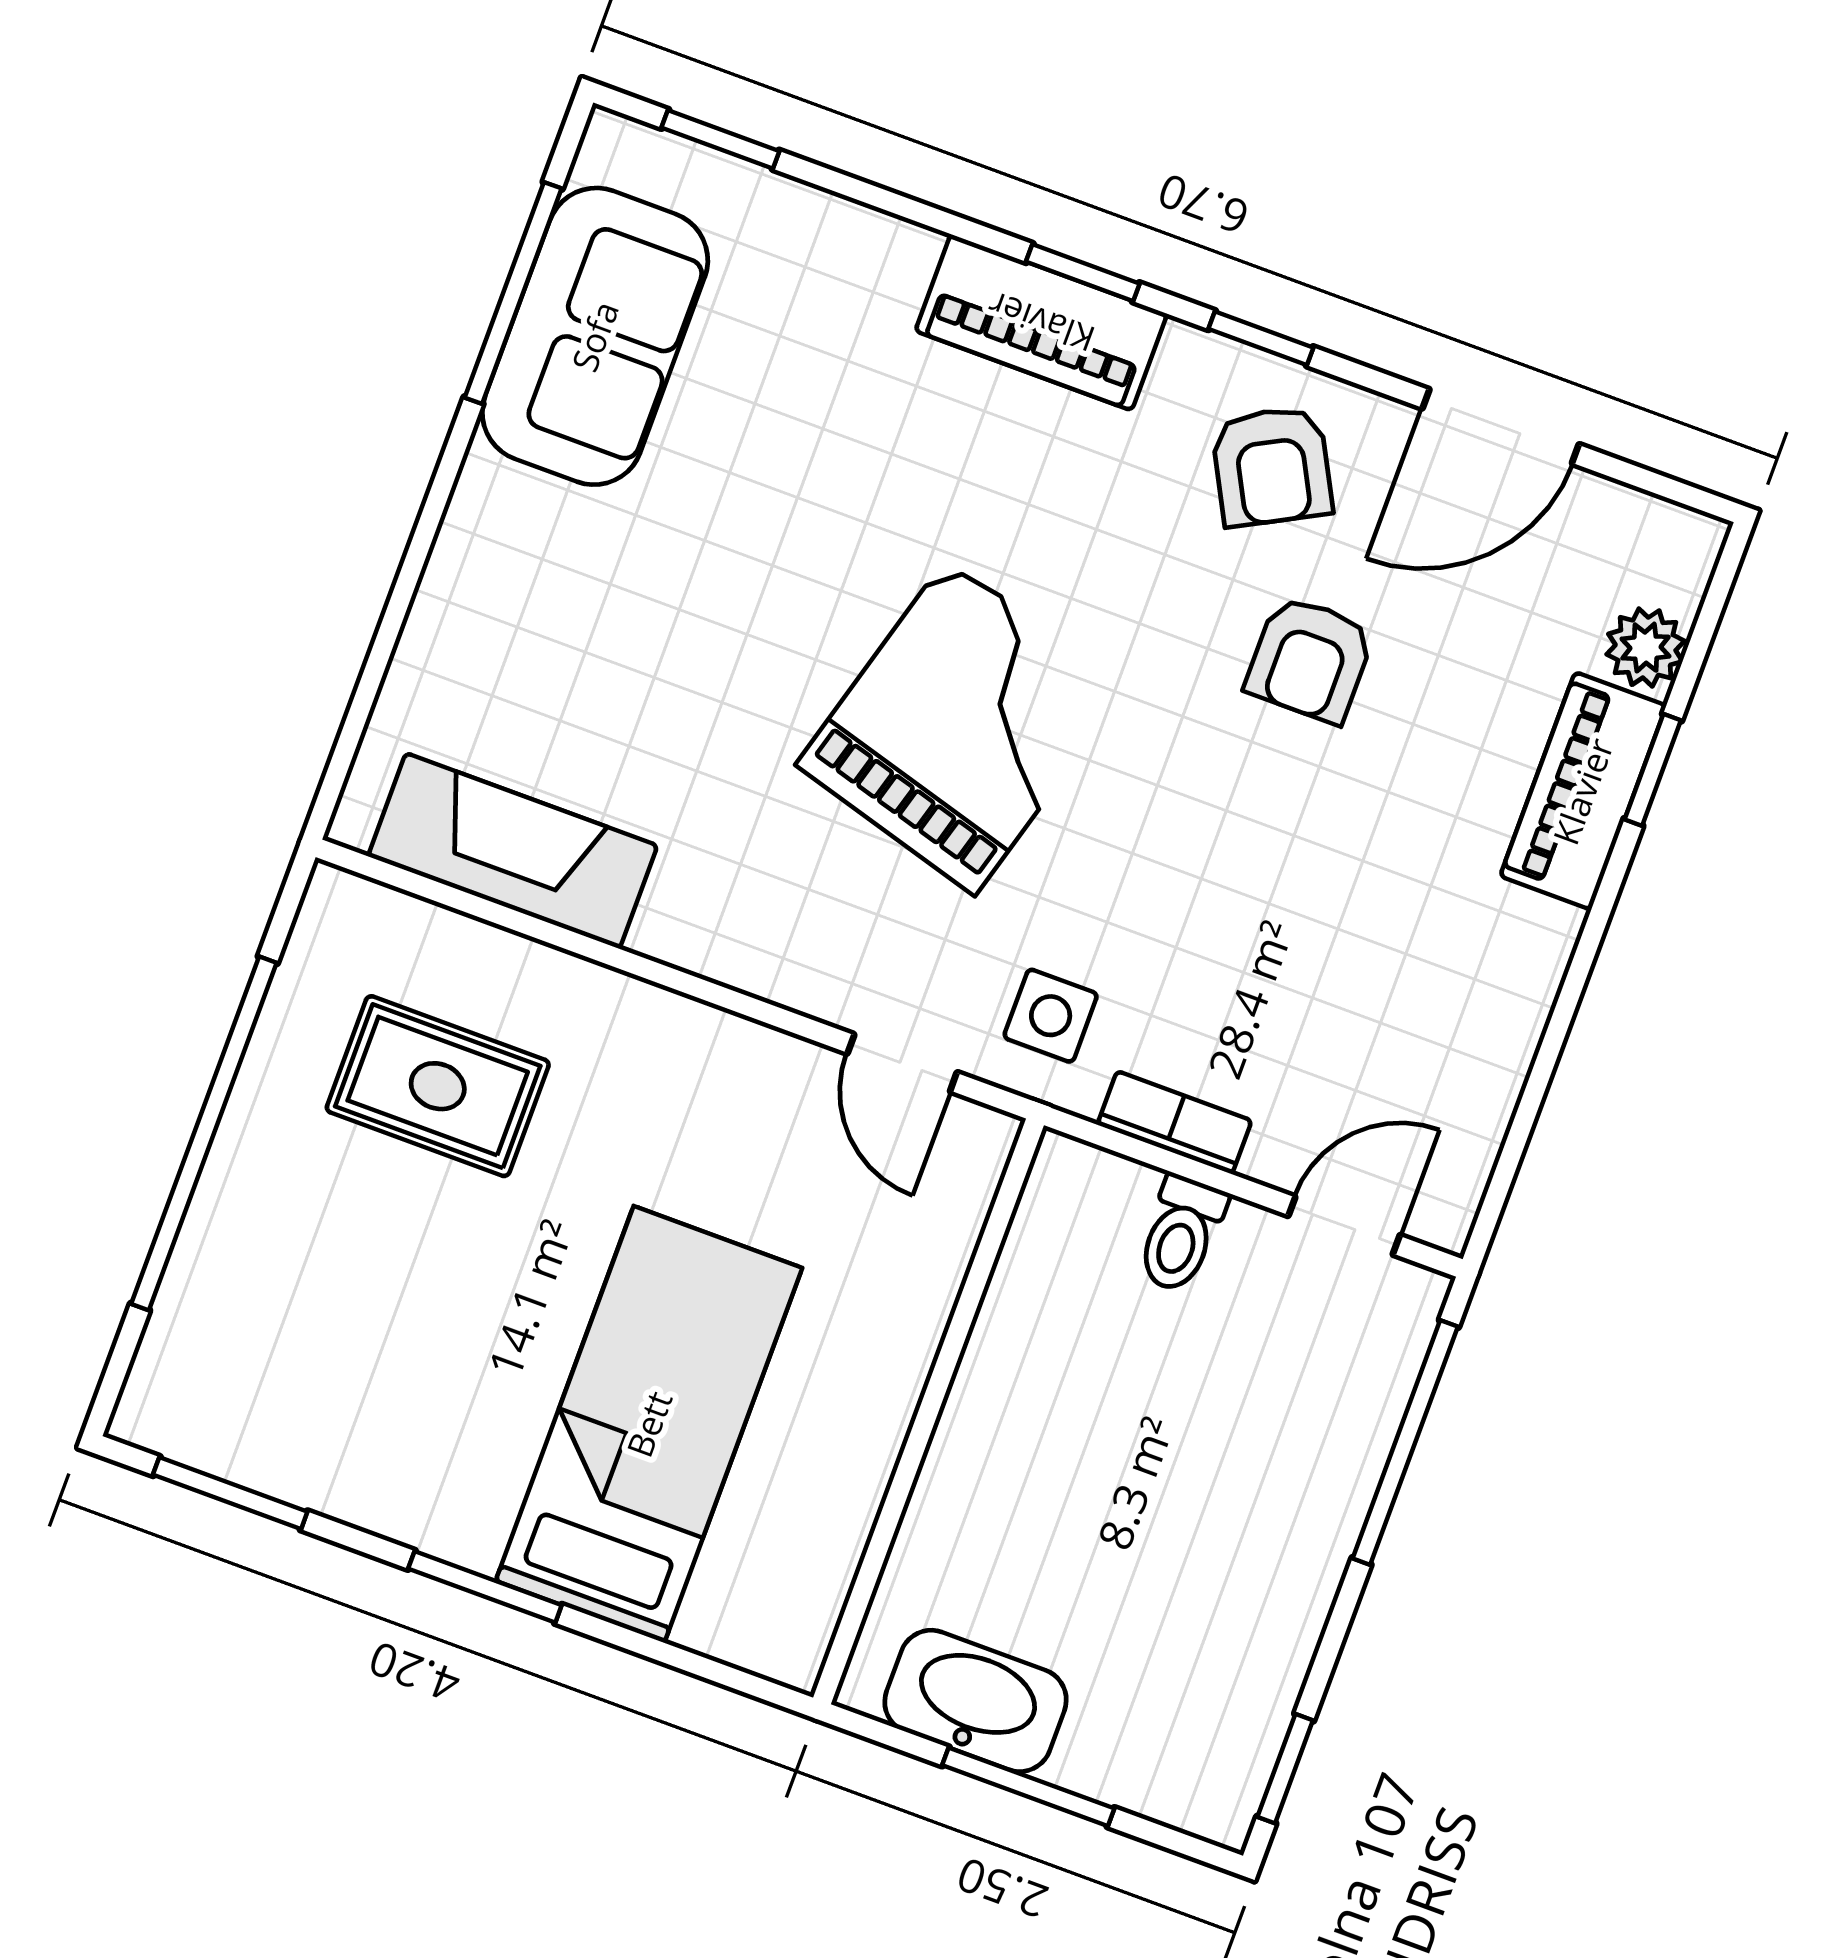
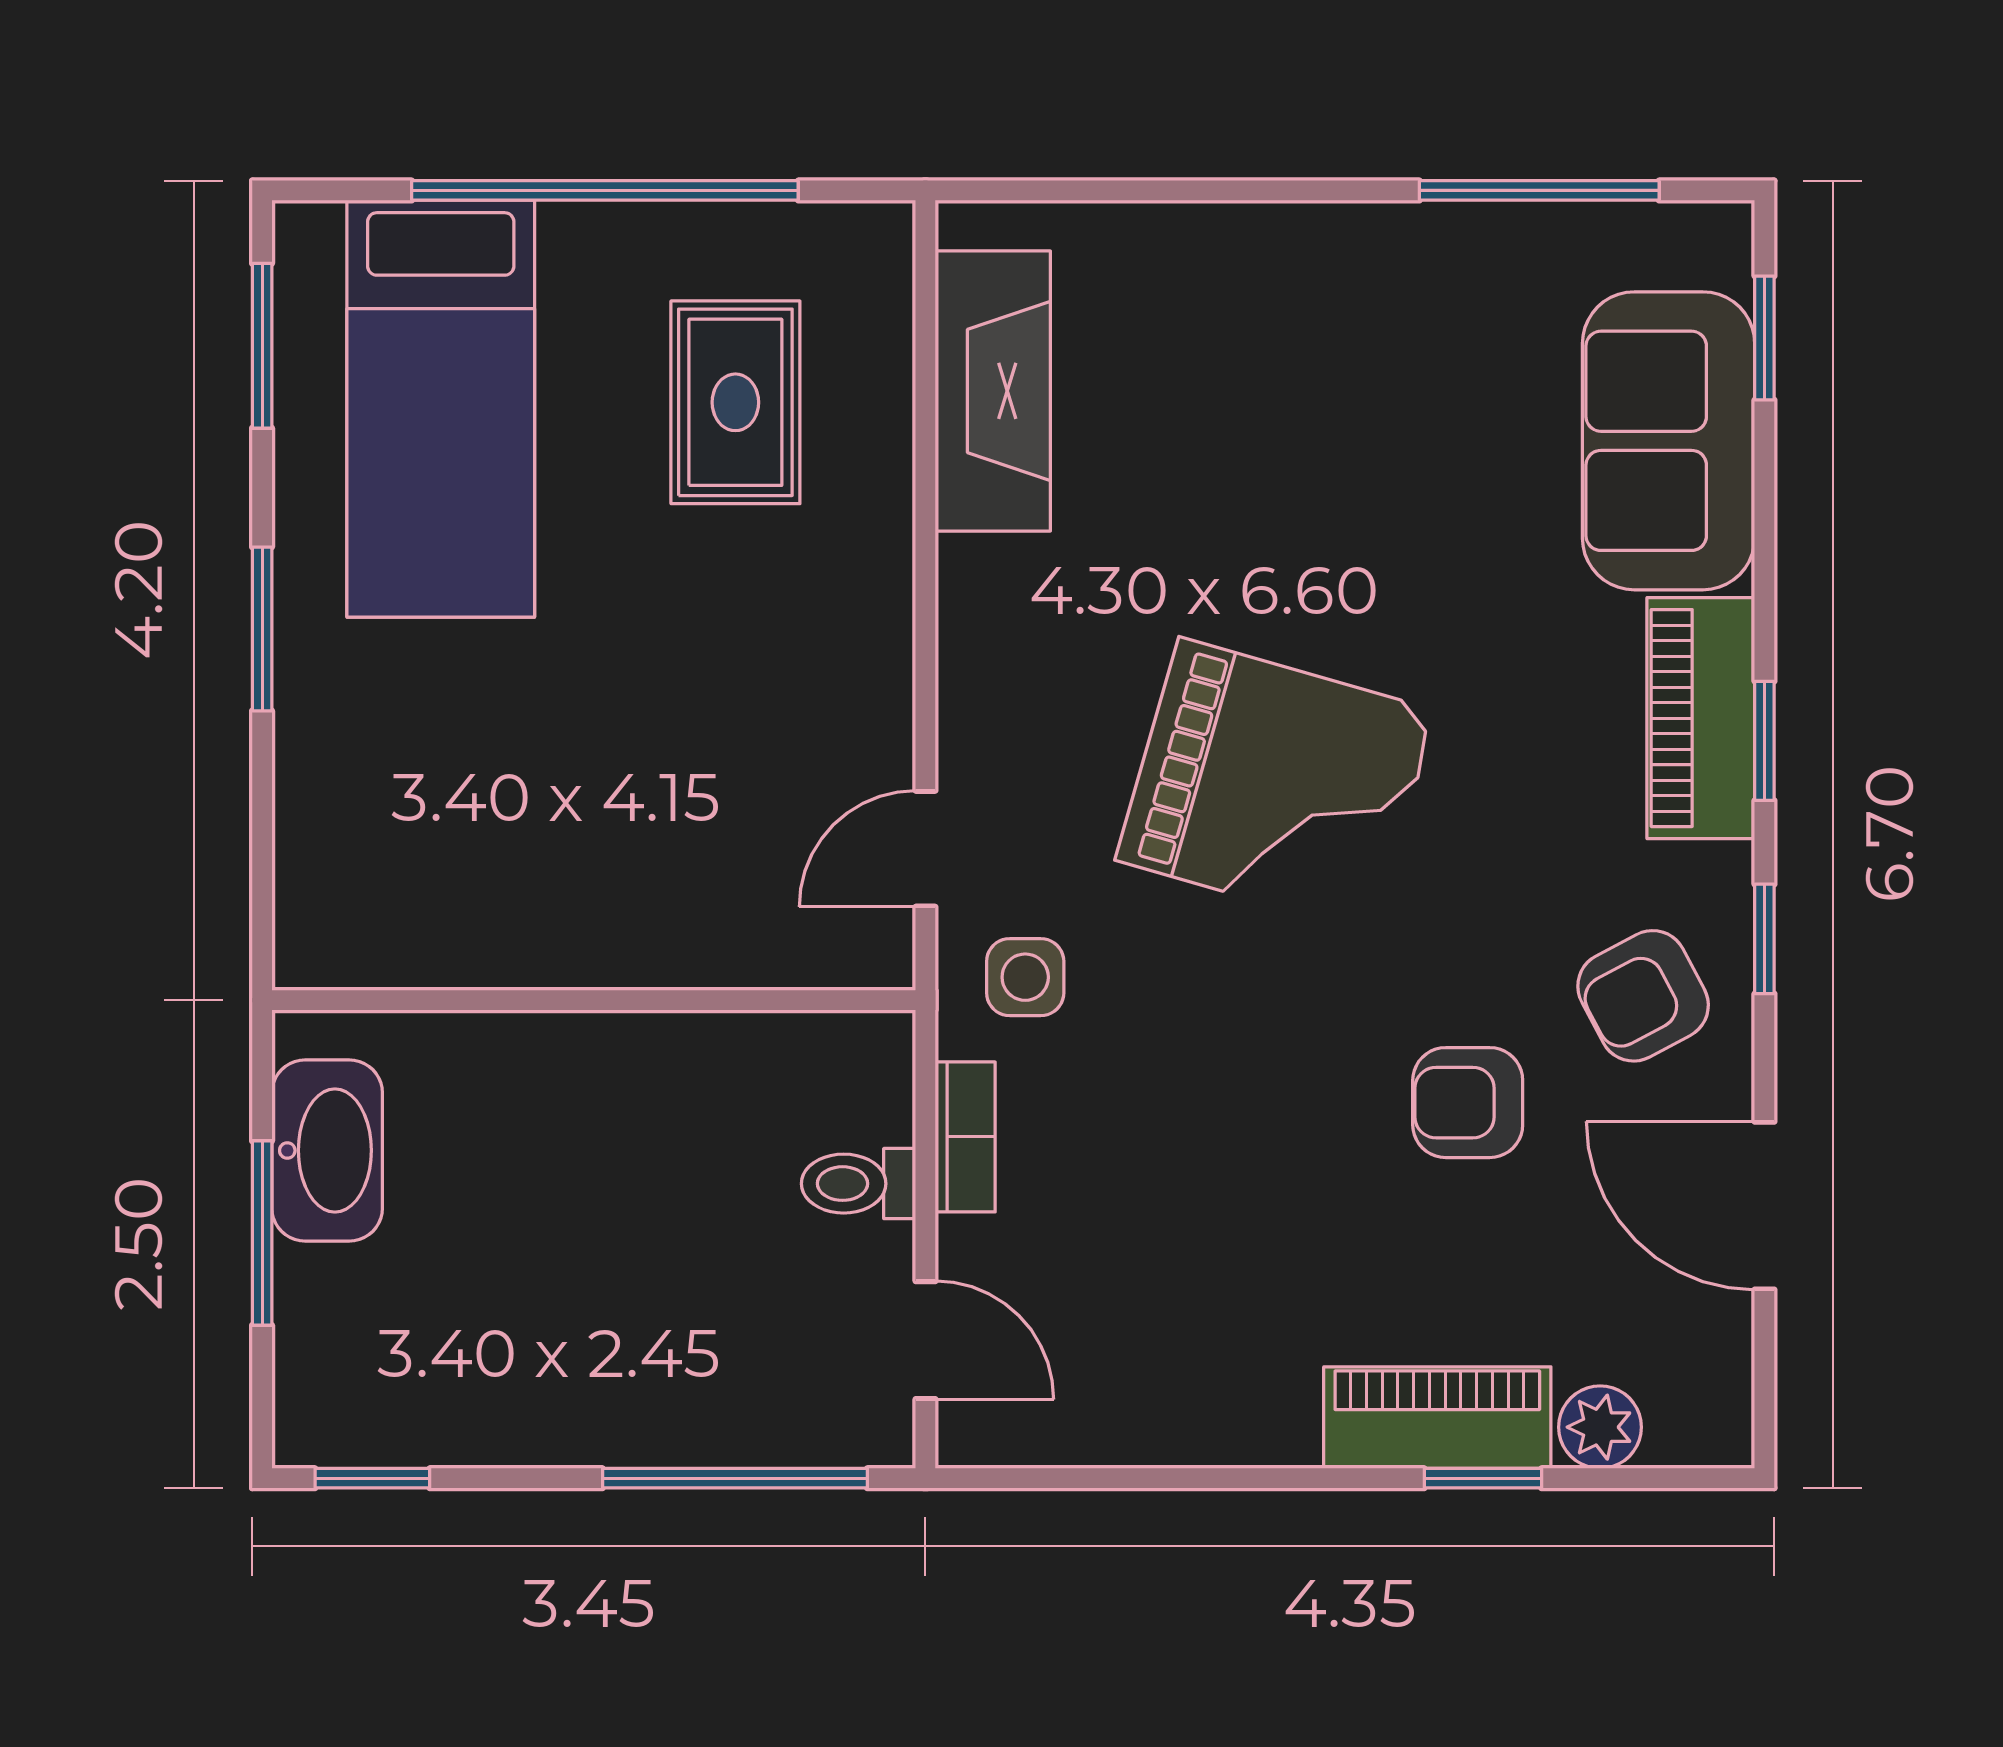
sofa: (595, 336) -> (1669, 441), moved, turned 90
bed: (649, 1424) -> (441, 409), moved, turned 90

